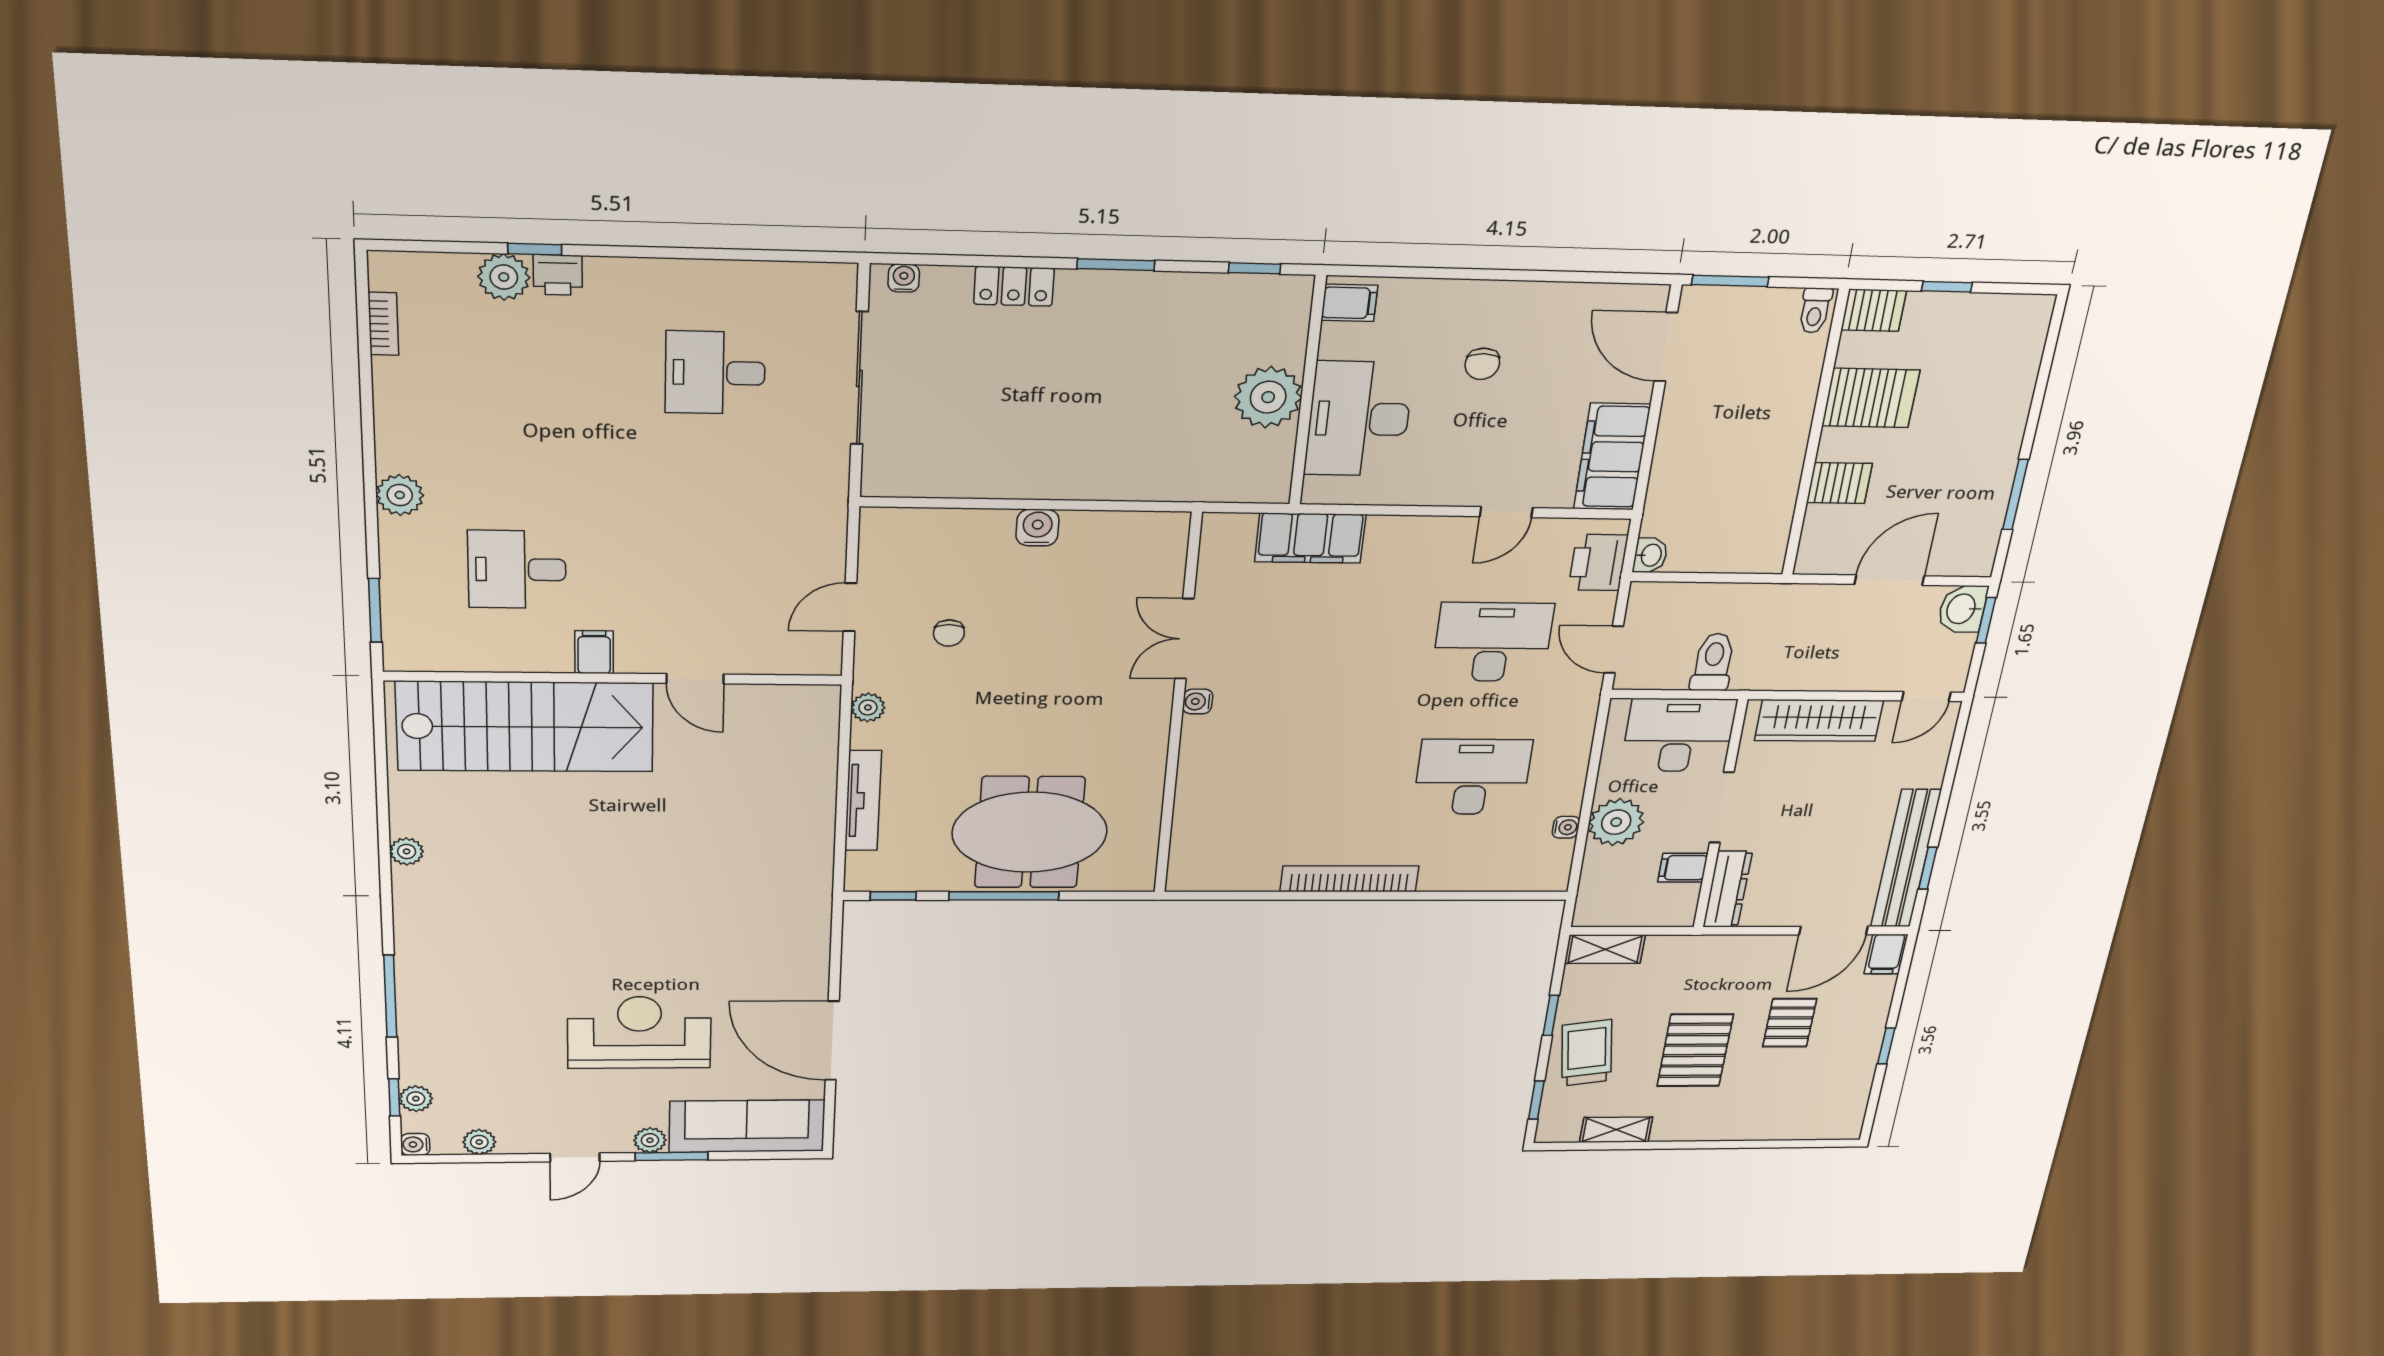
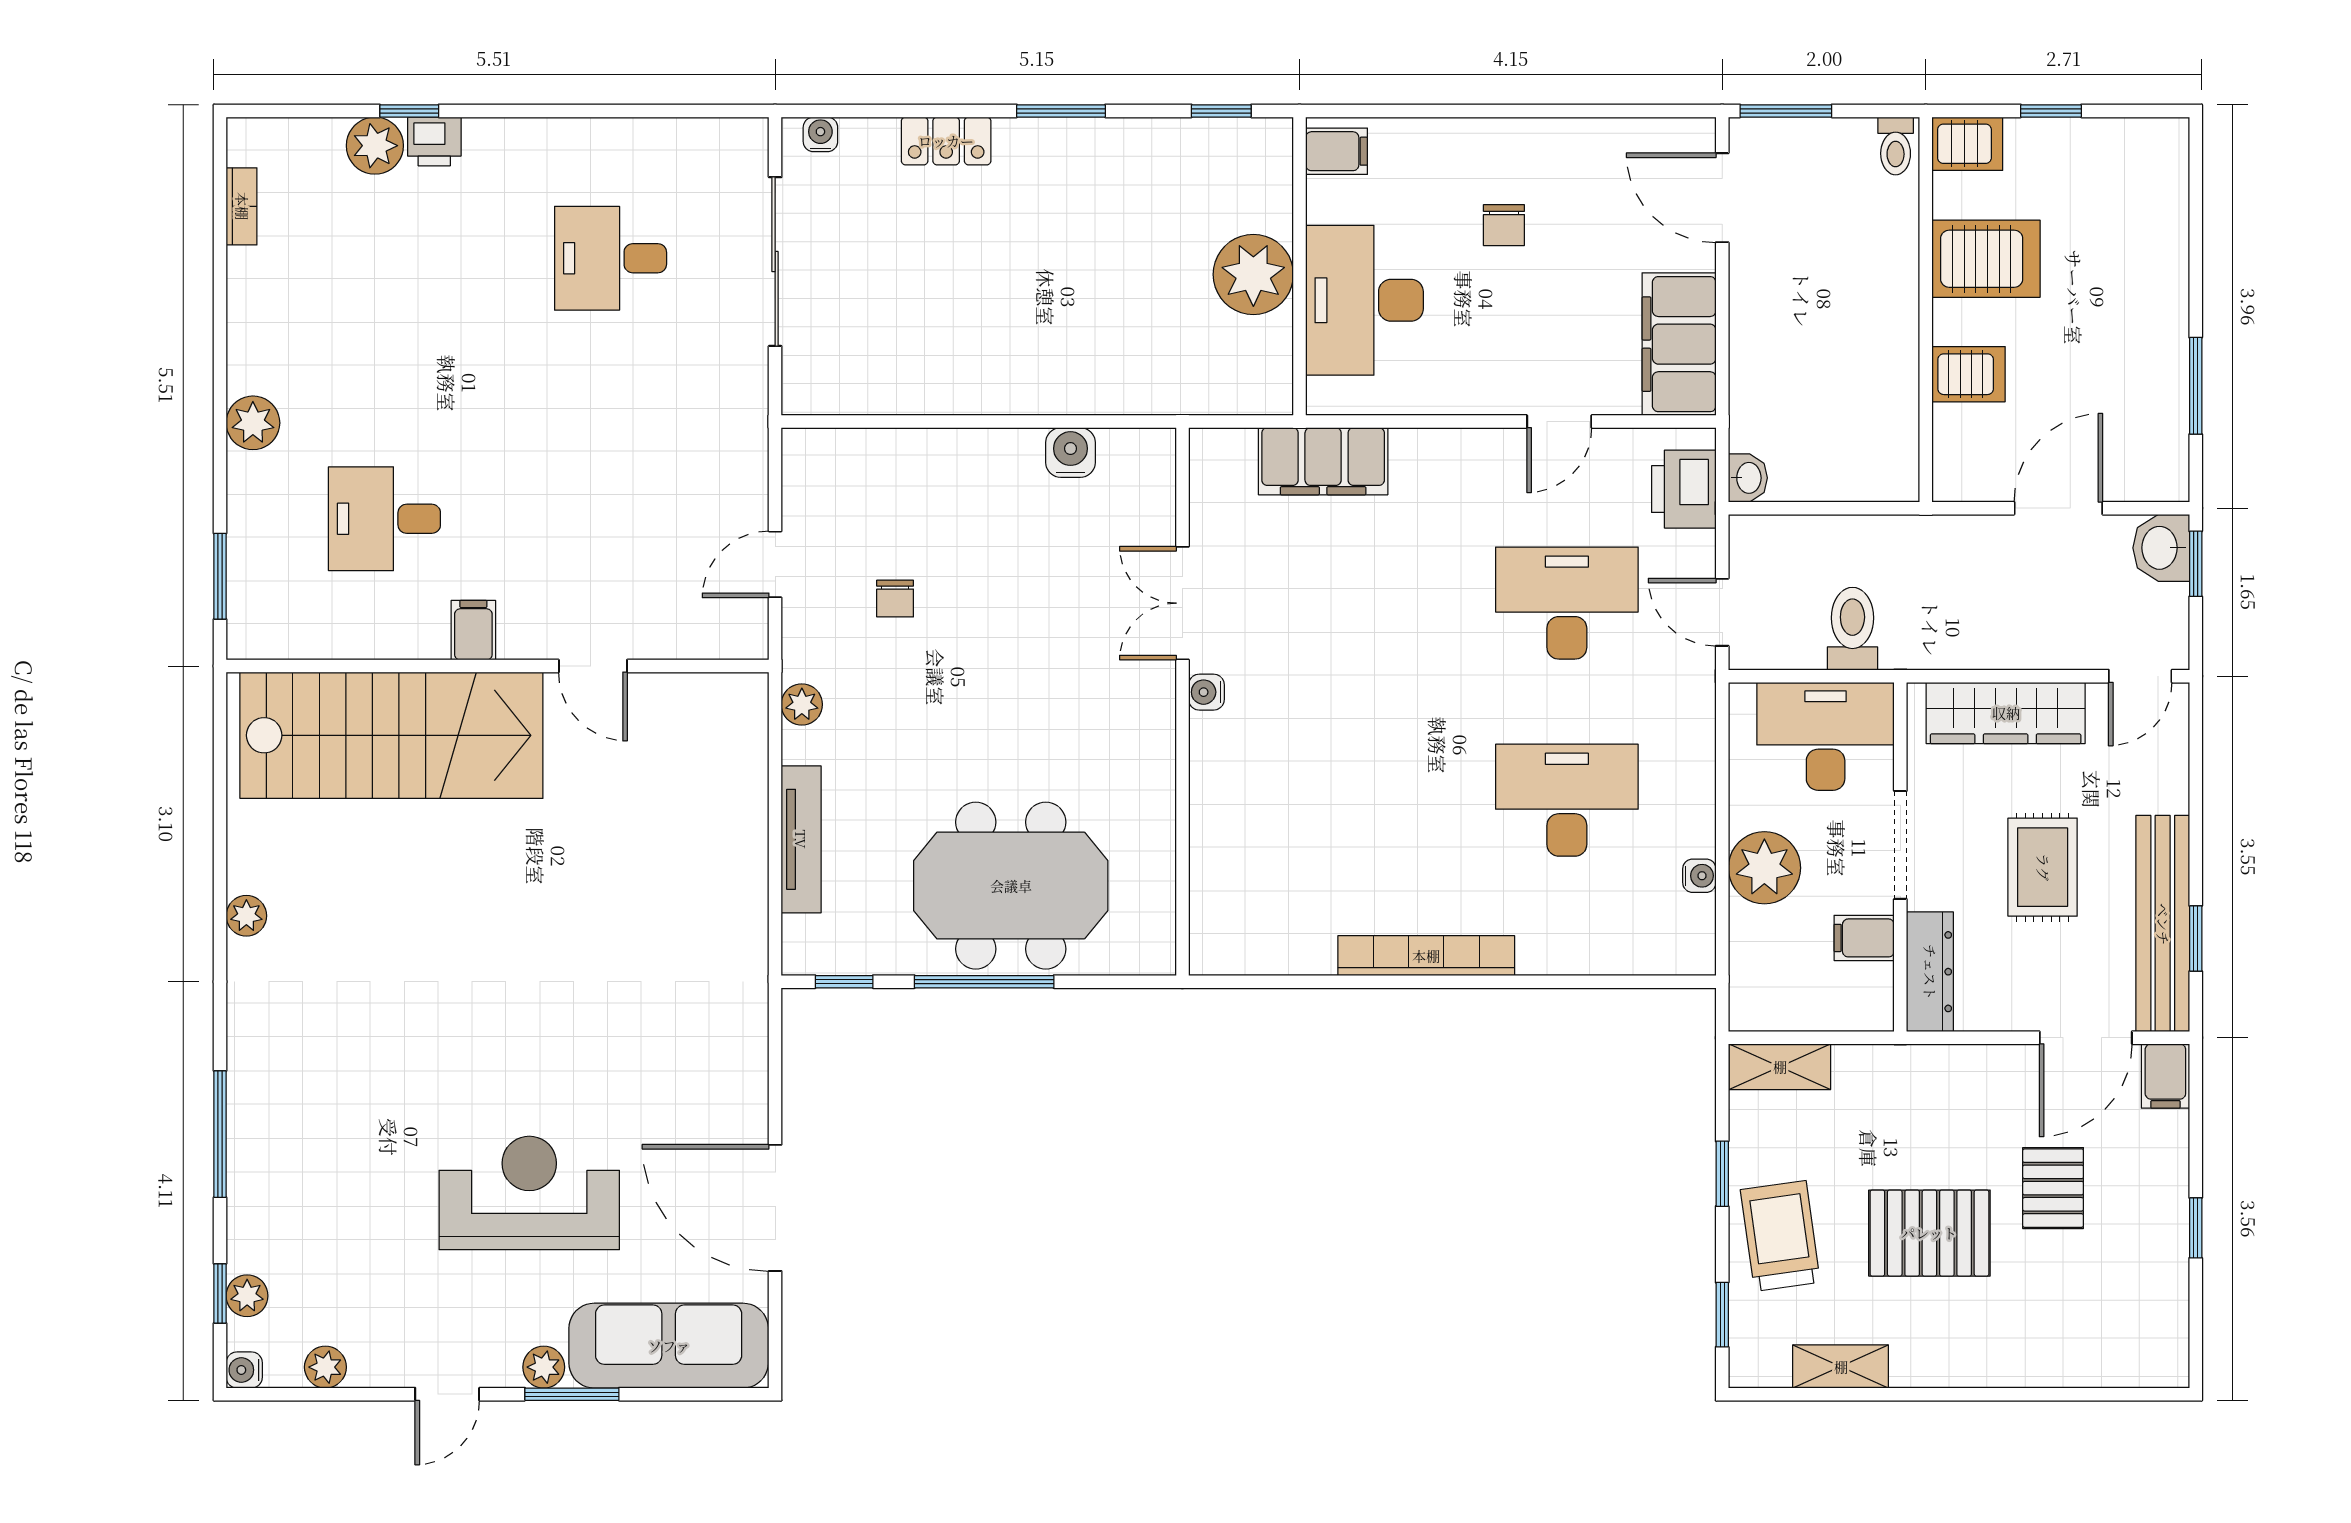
water cooler: (1037, 528) -> (1070, 453), moved
rug: (1825, 822) -> (2043, 867), added
pallet: (1695, 1050) -> (1929, 1233), turned 90

